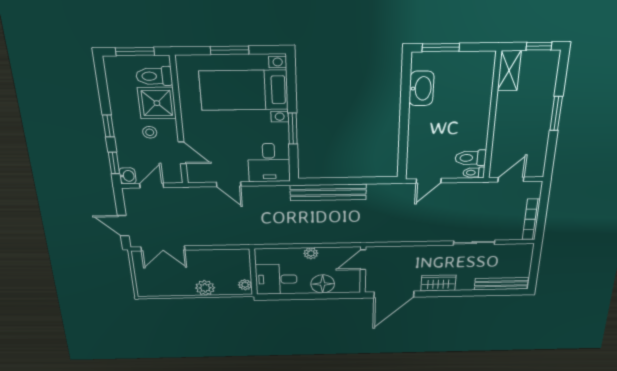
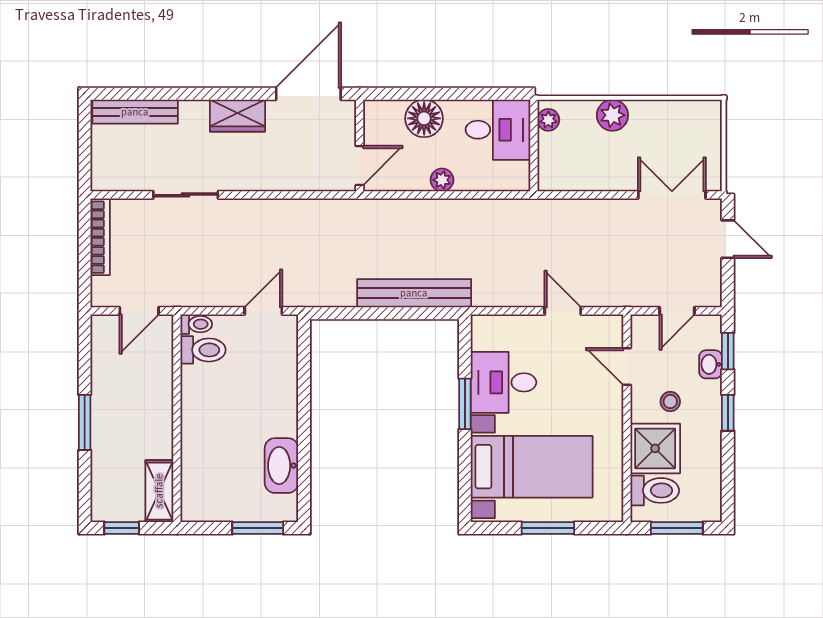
desk: (269, 163) -> (503, 382), moved, turned -90
washbasin: (128, 176) -> (711, 364), moved

